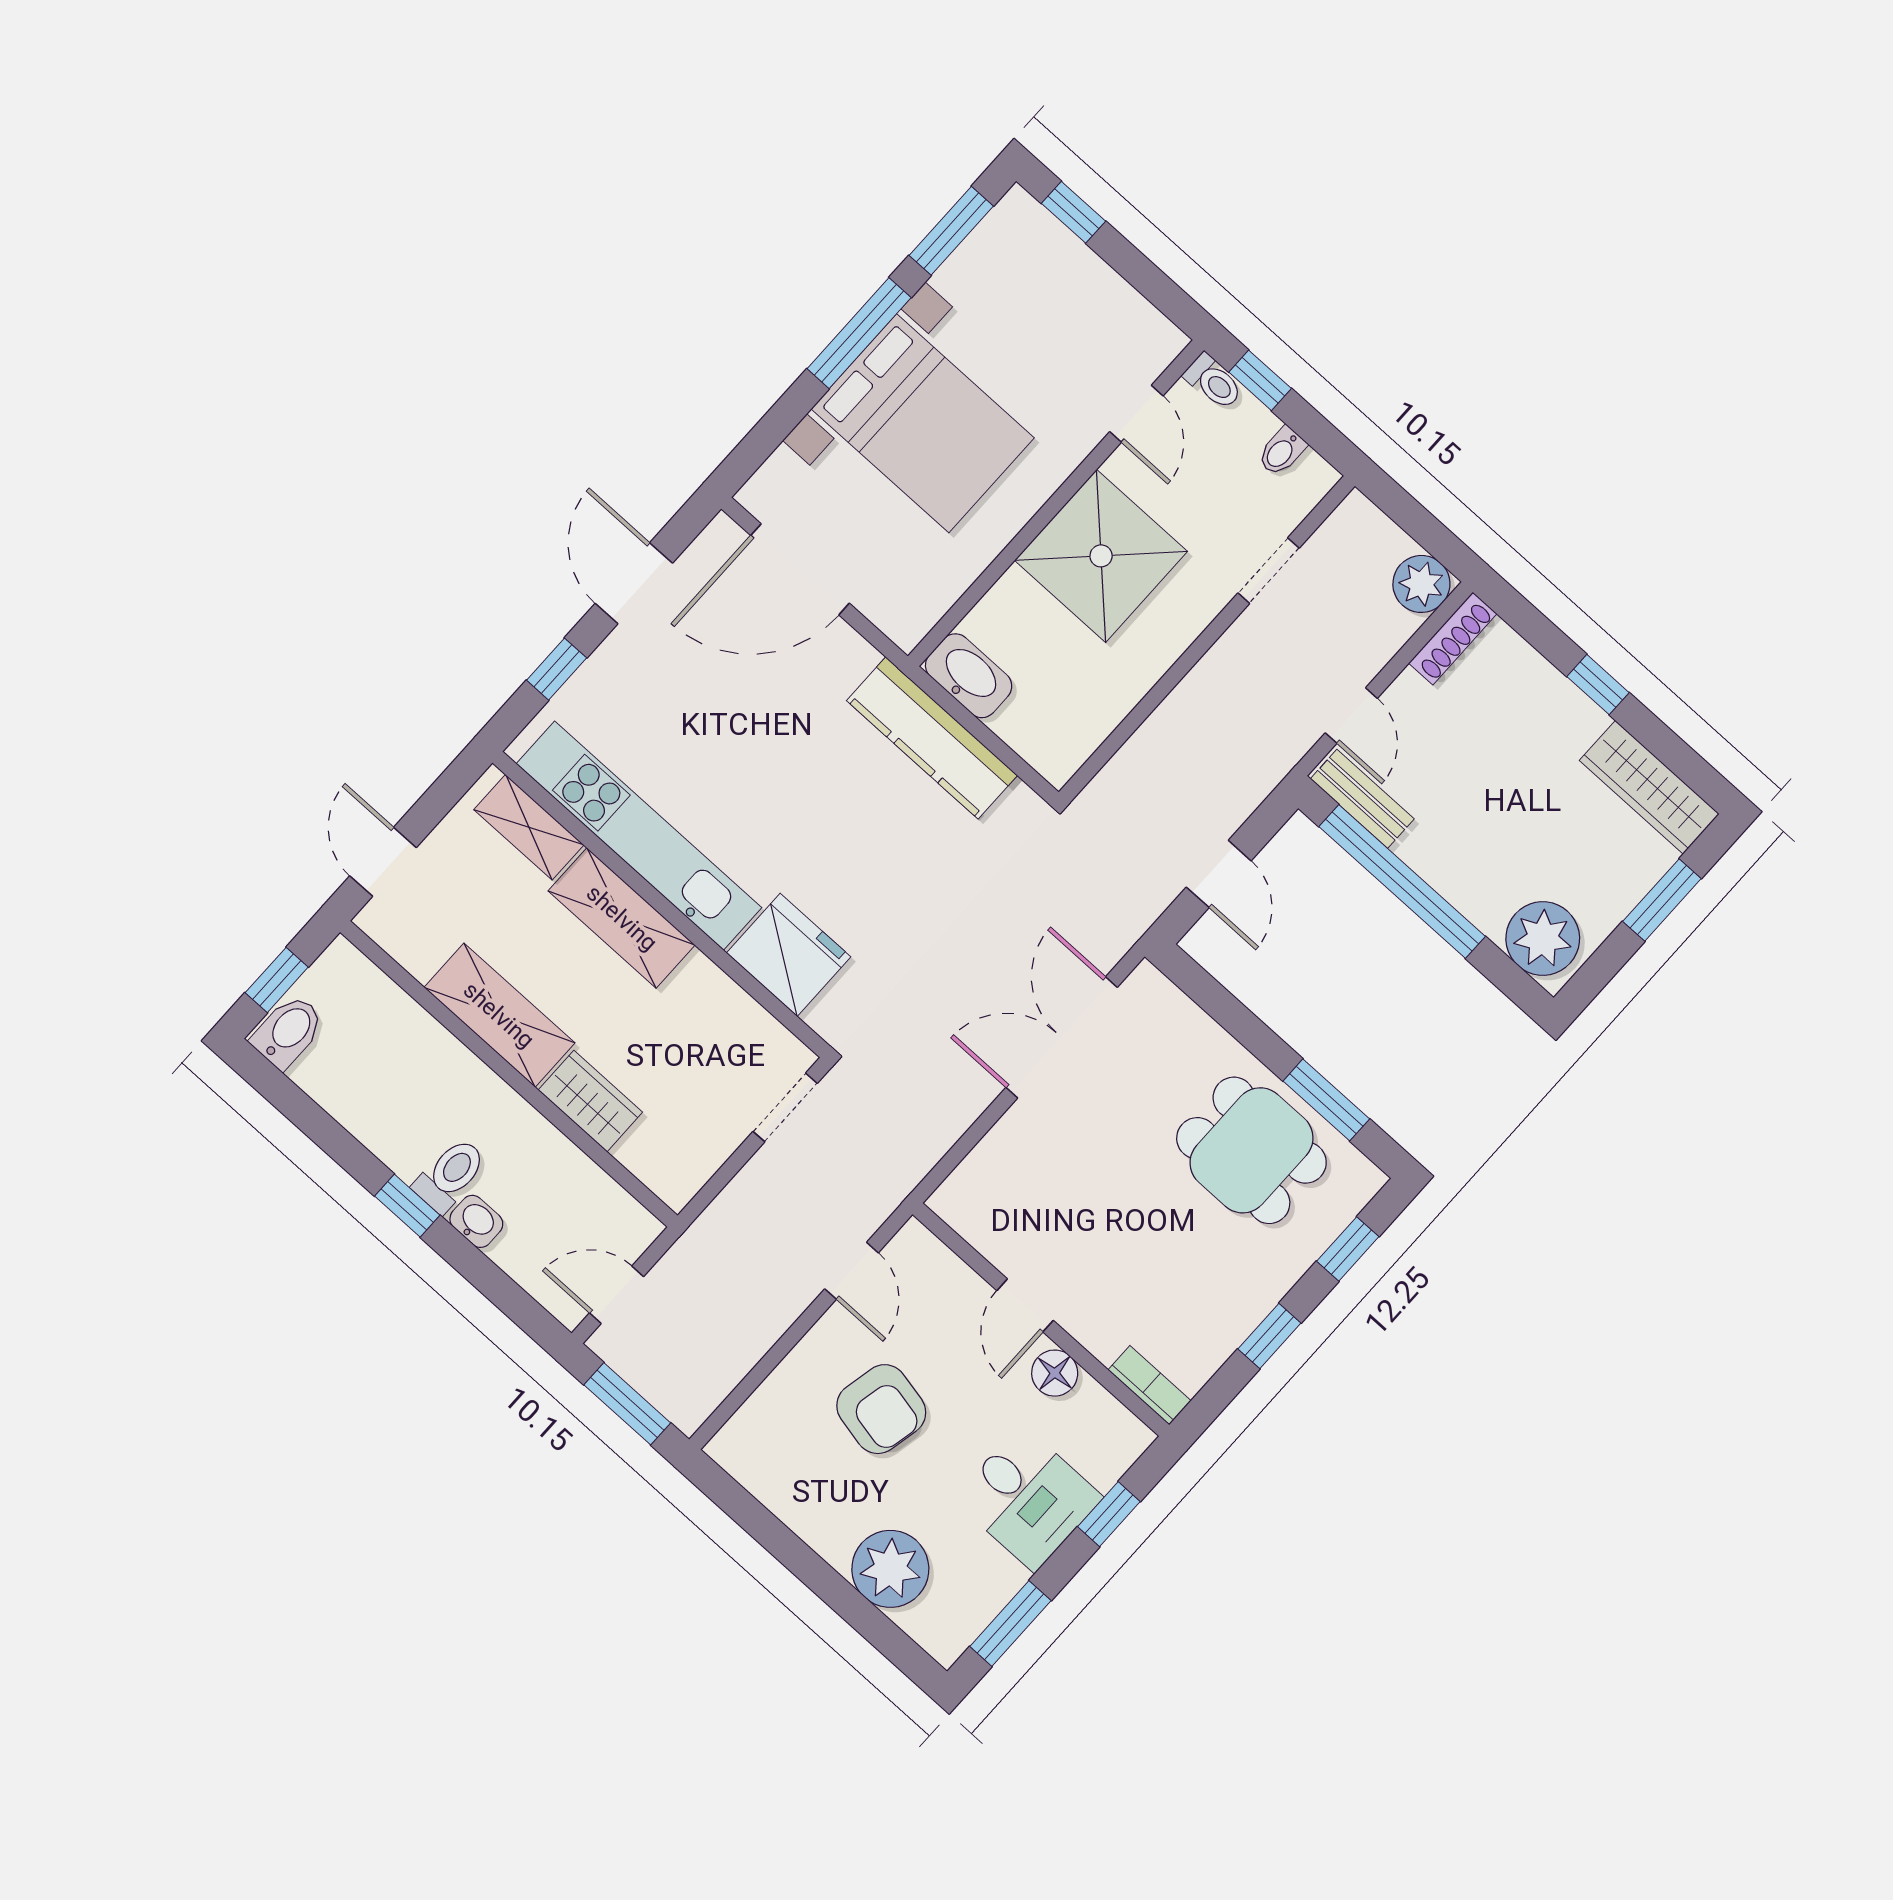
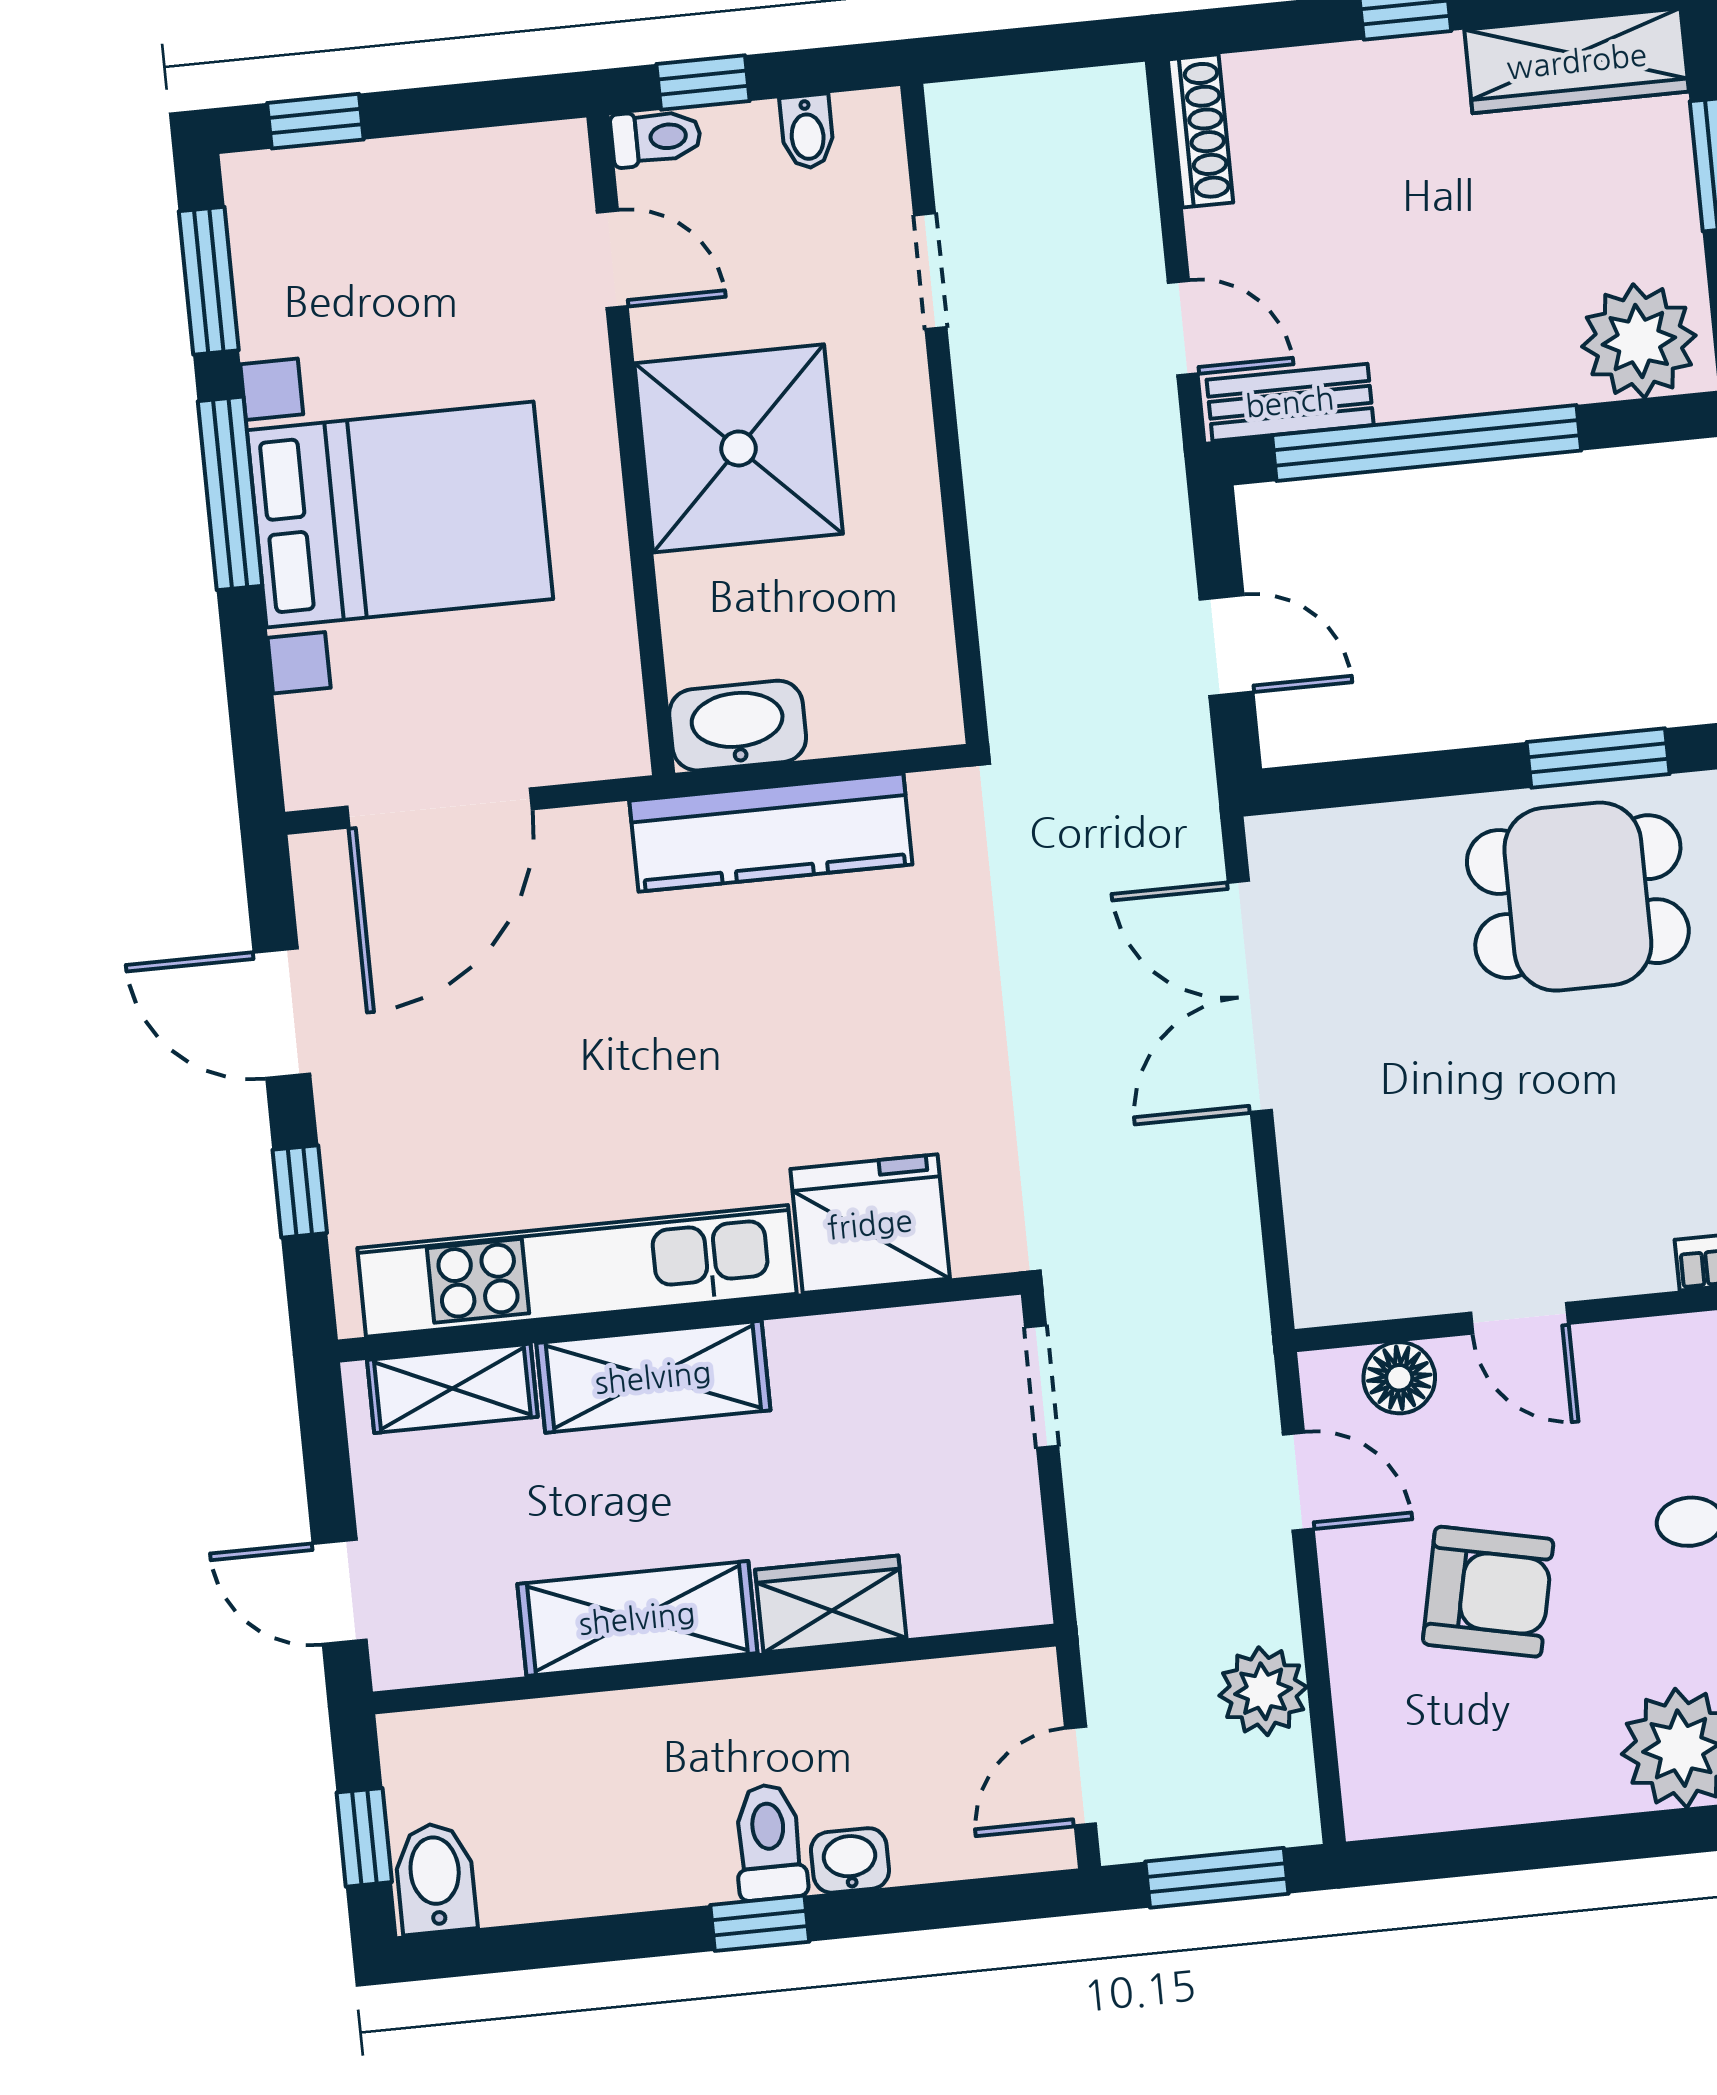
plant: (1421, 584) -> (1263, 1691), moved
floor lamp: (1055, 1373) -> (1399, 1378), moved

